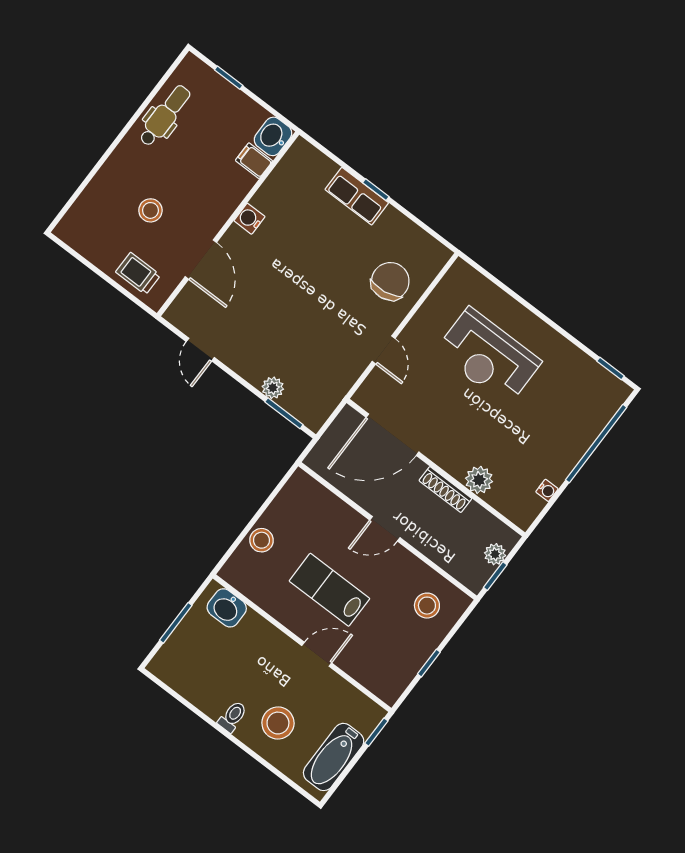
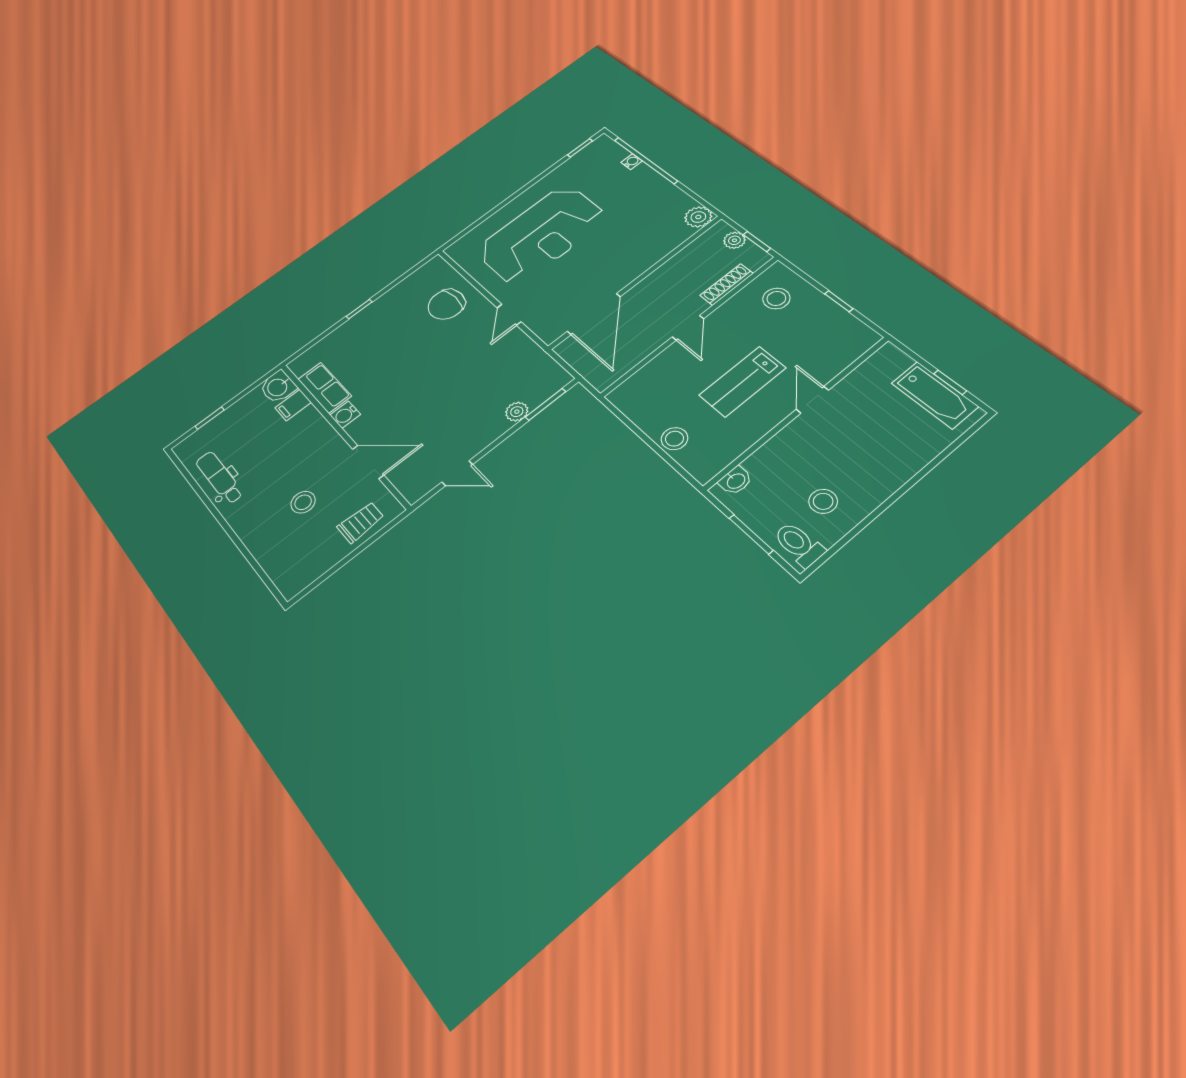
row of seats: (357, 196) -> (325, 388), moved, turned -90
trolley: (138, 274) -> (361, 522), turned 180
chair: (390, 281) -> (446, 304), turned -82
door: (384, 350) -> (509, 315), swing flipped
reception desk: (488, 357) -> (541, 234), width x1.36, depth x1.30
plant: (479, 480) -> (698, 217), moved
shoe rack: (445, 490) -> (727, 284), moved, turned 180
water cooler: (547, 490) -> (632, 162), moved
washbasin: (227, 608) -> (736, 481), width x0.72, depth x0.69
toilet: (233, 717) -> (799, 544), moved, width x1.37, depth x1.39
stool: (278, 723) -> (823, 501), moved, width x0.73, depth x0.73
window: (376, 732) -> (950, 382), moved

